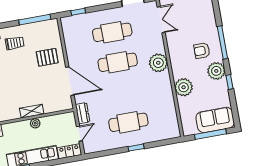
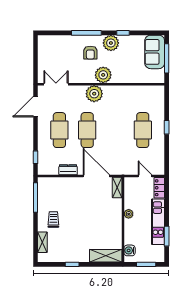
pallet: (47, 57) -> (71, 192), removed
door: (70, 81) -> (96, 176), hinge flipped
plant: (184, 87) -> (103, 75), moved
shelving: (32, 111) -> (117, 187), moved
dresser: (83, 113) -> (68, 170), moved

